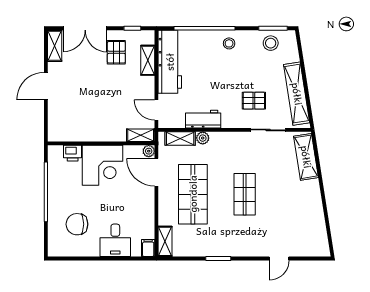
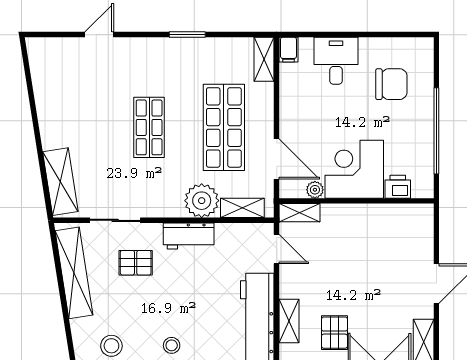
workbench: (203, 119) -> (189, 236), moved
plant: (203, 138) -> (202, 201), width x1.87, depth x1.87
plant: (149, 151) -> (315, 190), moved

